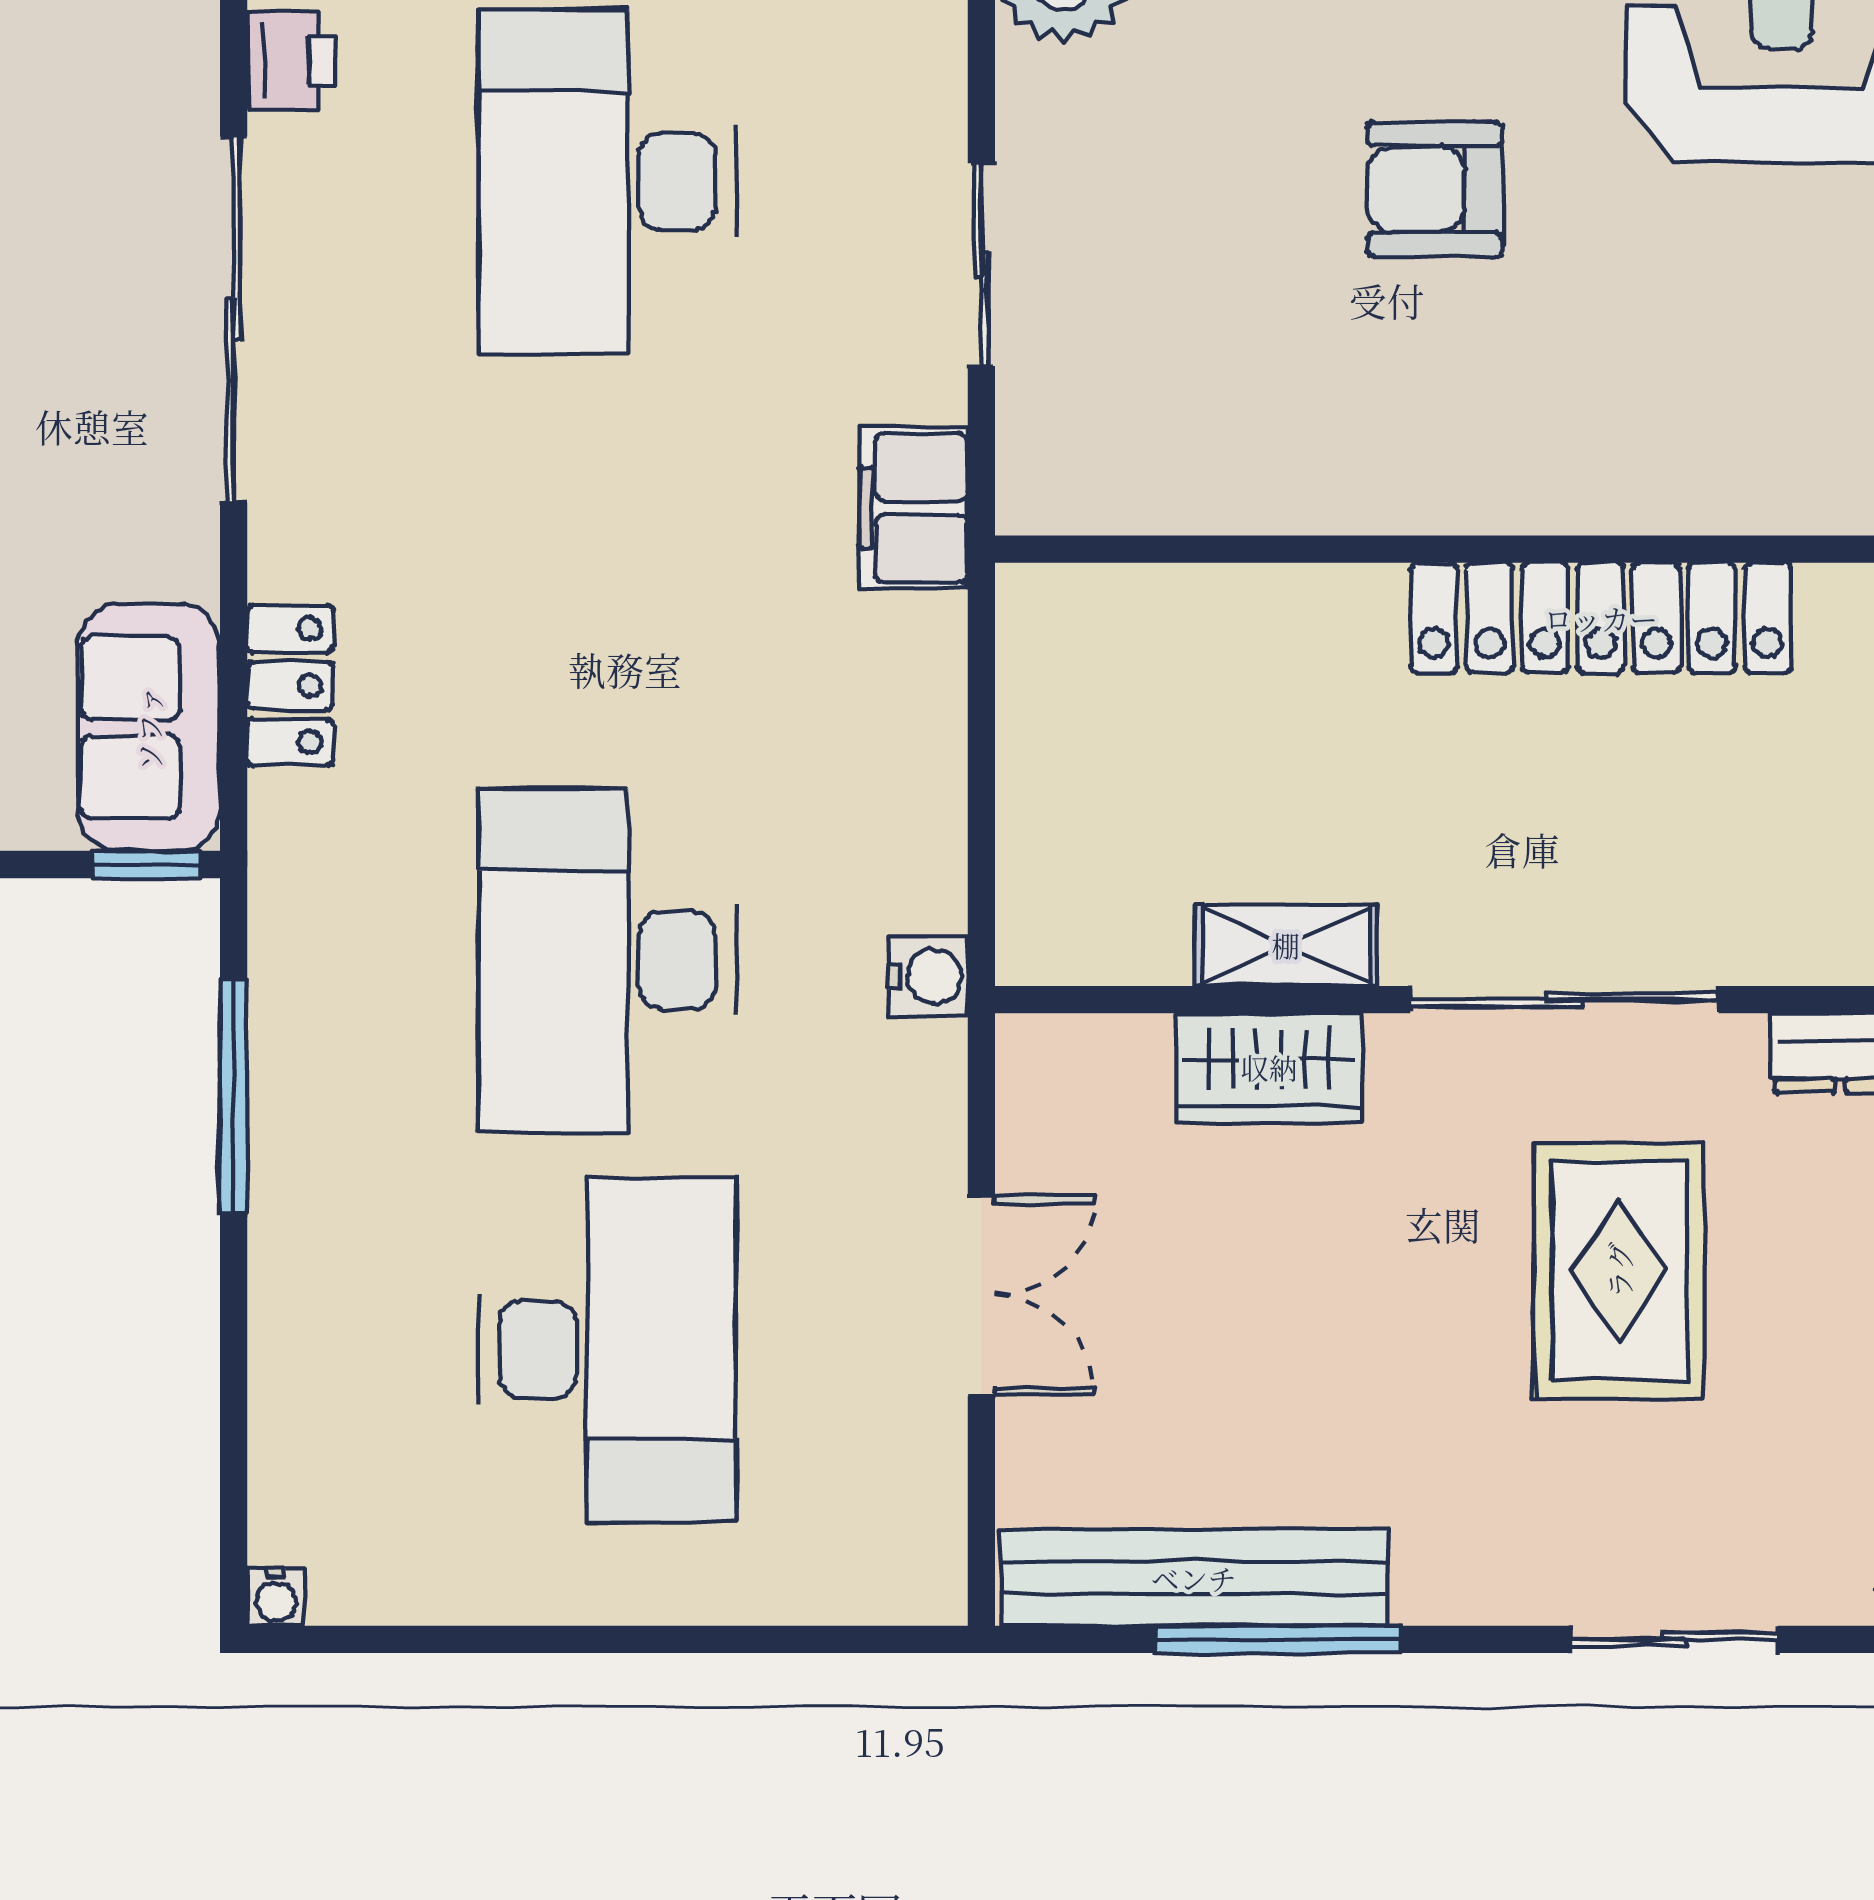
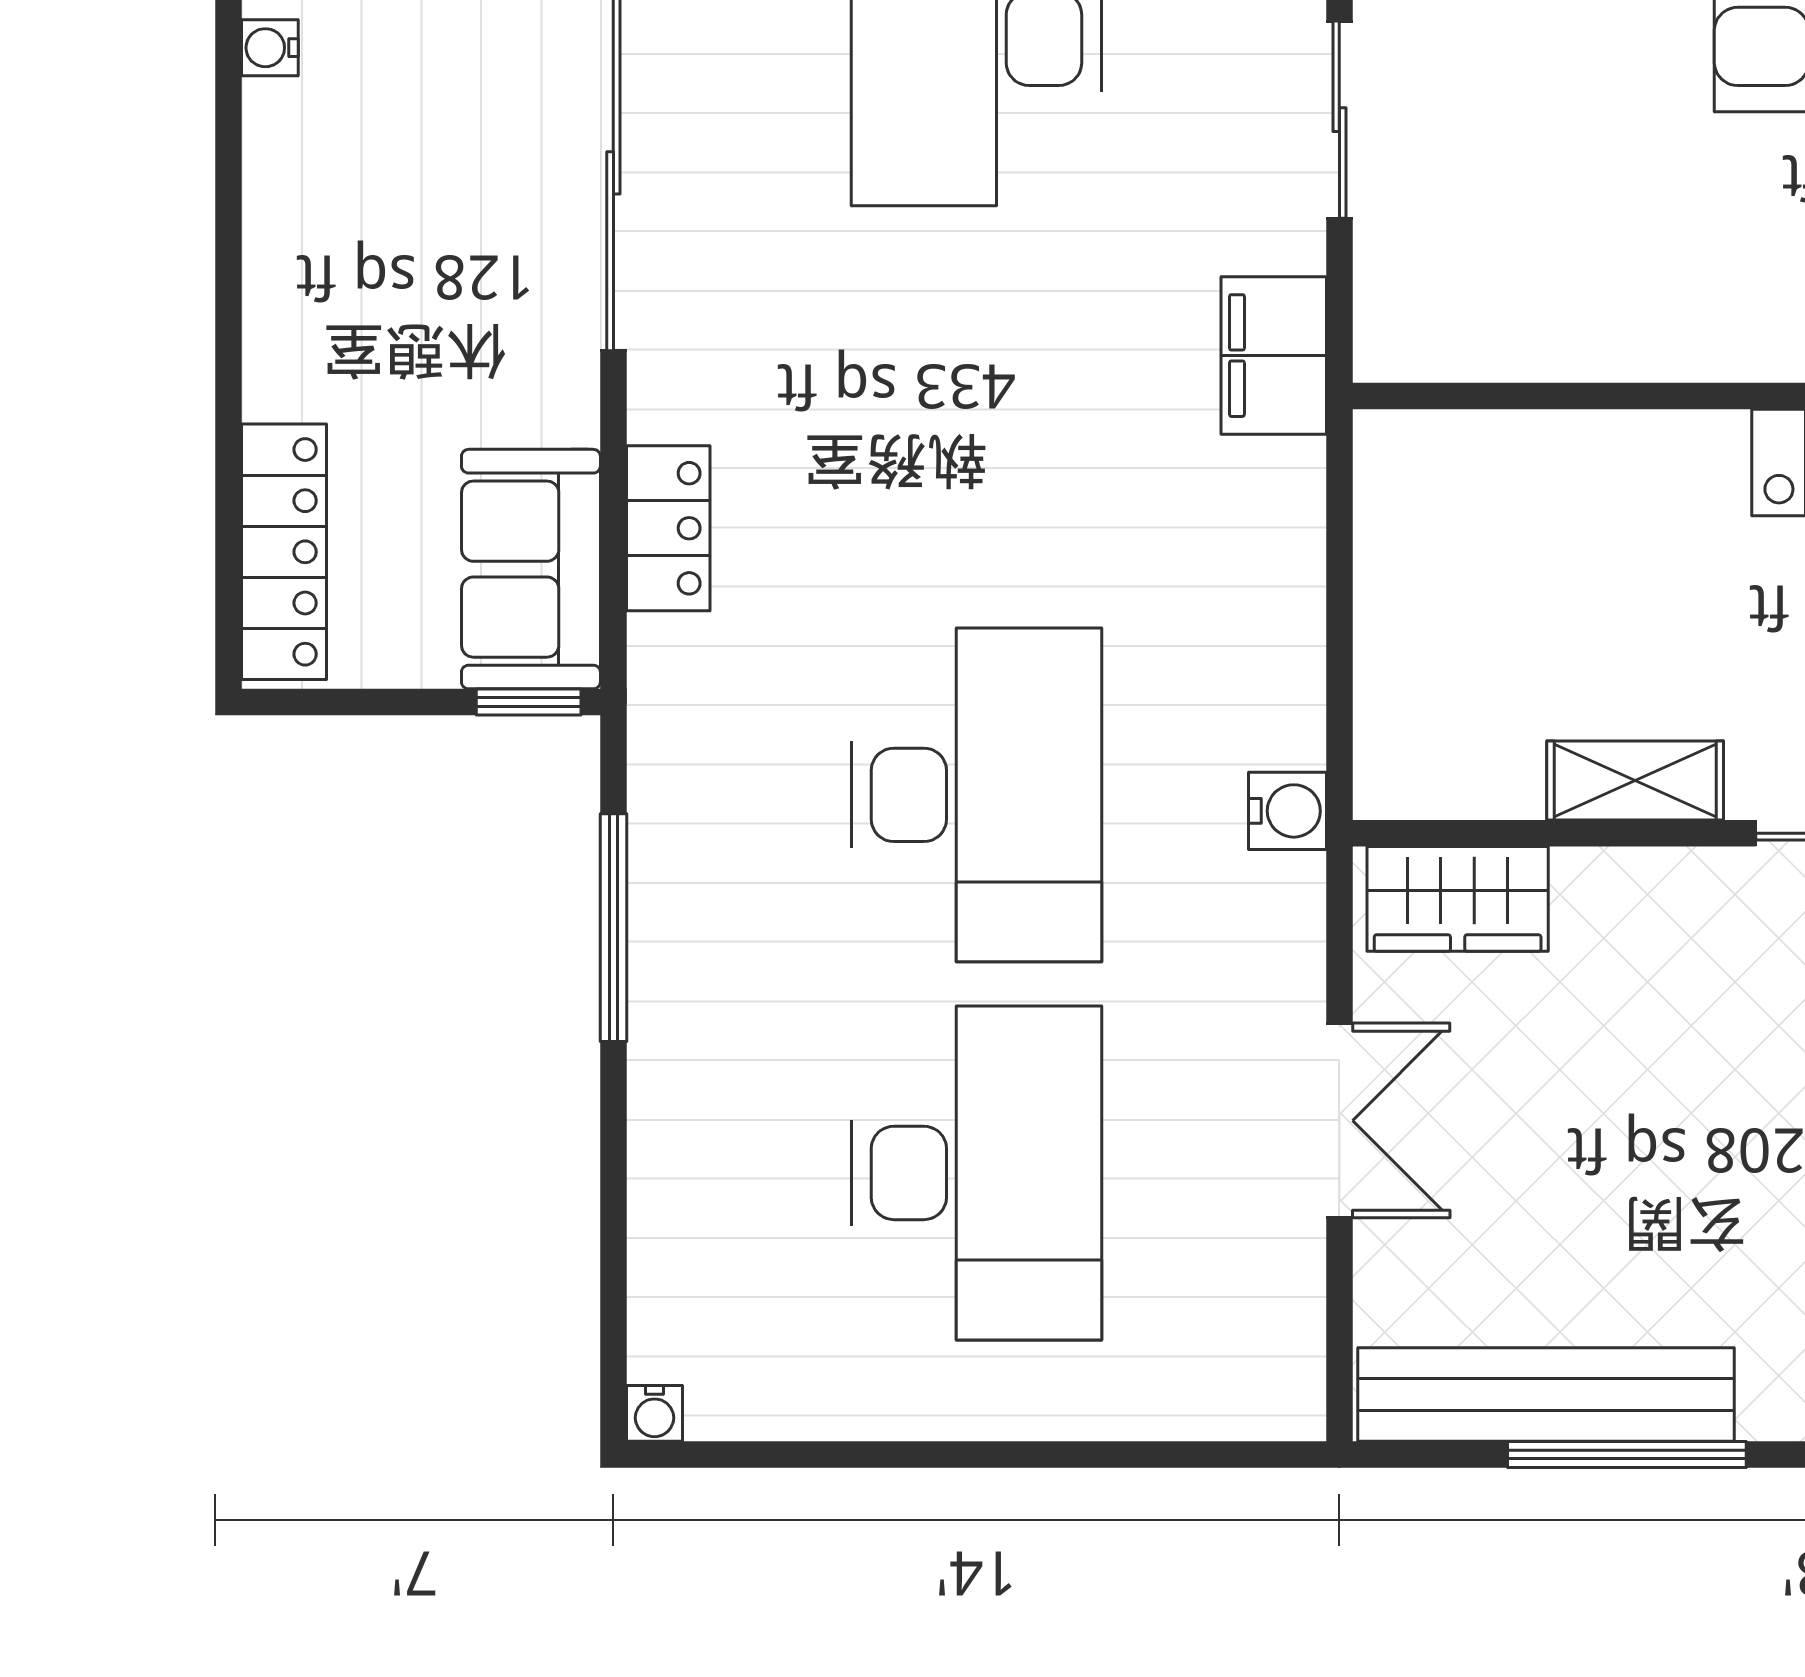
desk: (607, 960) -> (976, 795), turned 180
wardrobe: (1269, 1067) -> (1458, 899), moved

